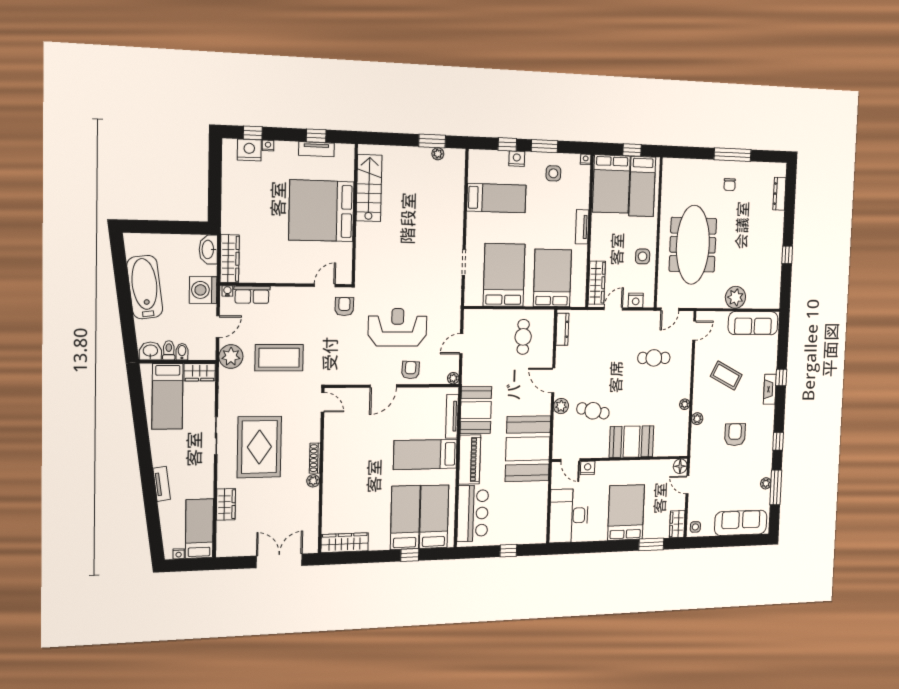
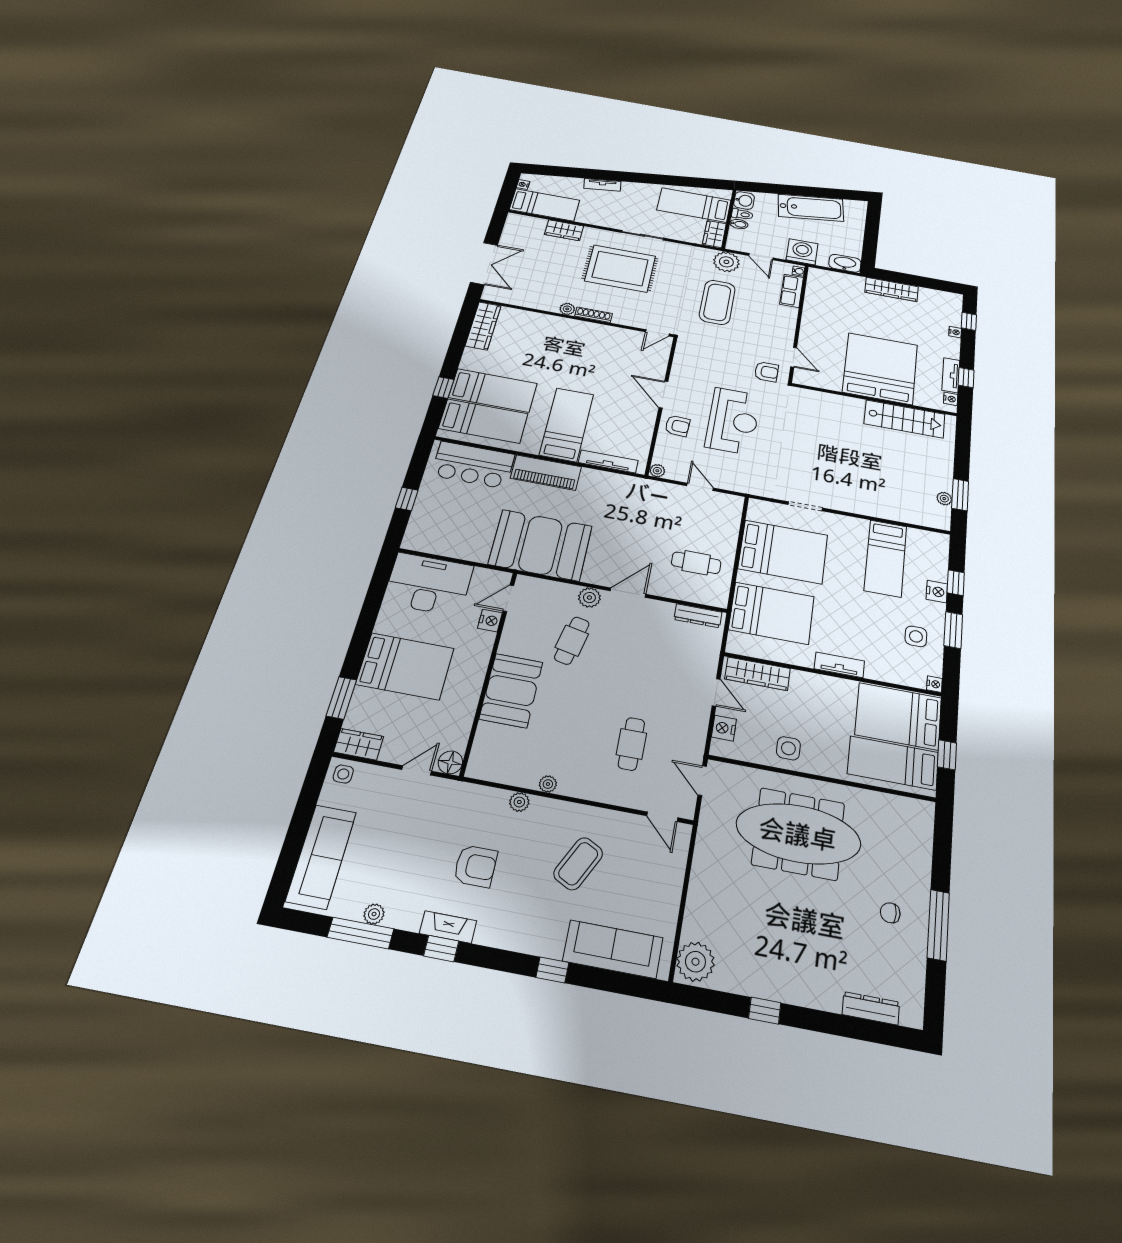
nightstand: (249, 150) -> (951, 399), moved, width x0.53, depth x0.56
wardrobe: (230, 259) -> (892, 289), moved
plant: (735, 297) -> (695, 962), moved
sofa: (753, 323) -> (613, 949), moved, turned 90
fireplace: (770, 389) -> (448, 927), moved
booth: (476, 410) -> (610, 490), removed

